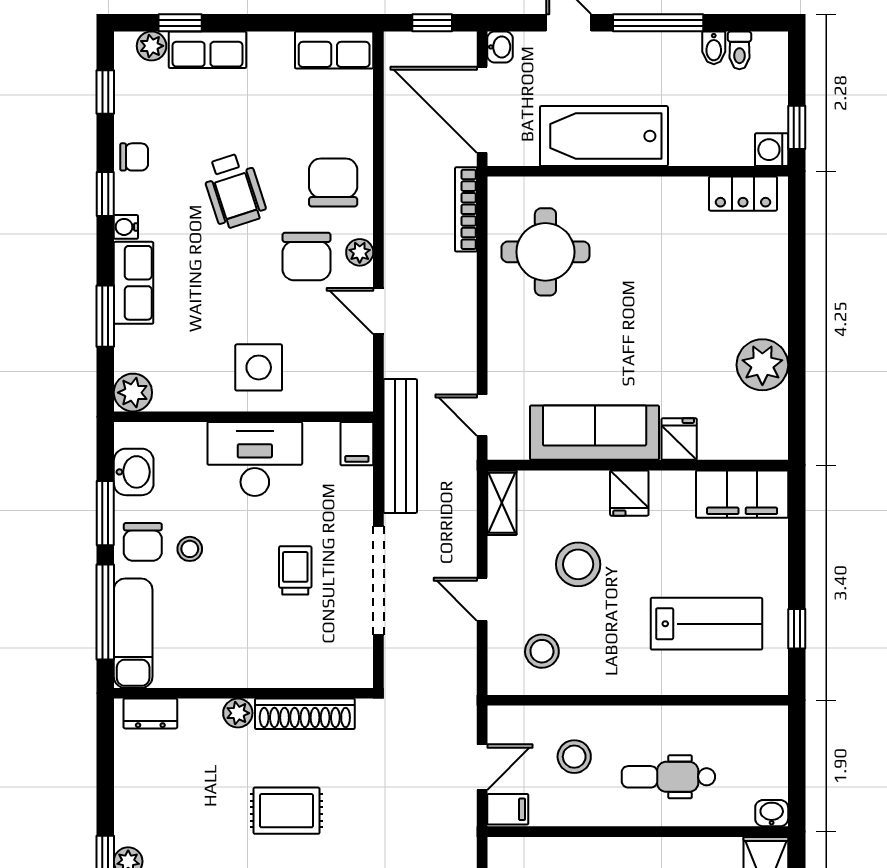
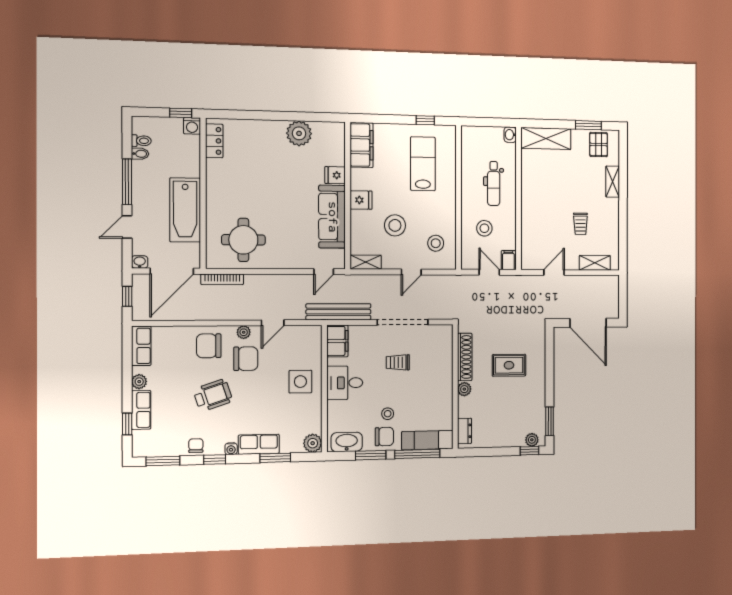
plant: (152, 46) -> (139, 382), moved
window: (105, 92) -> (163, 461), width x1.50
filing cabinet: (357, 444) -> (337, 341), width x2.00
desk: (255, 459) -> (345, 383), width x0.73
washbasin: (134, 472) -> (347, 442), width x1.38
rug: (286, 811) -> (509, 365), turned 90

